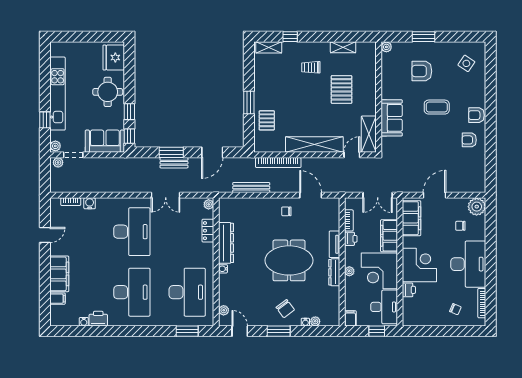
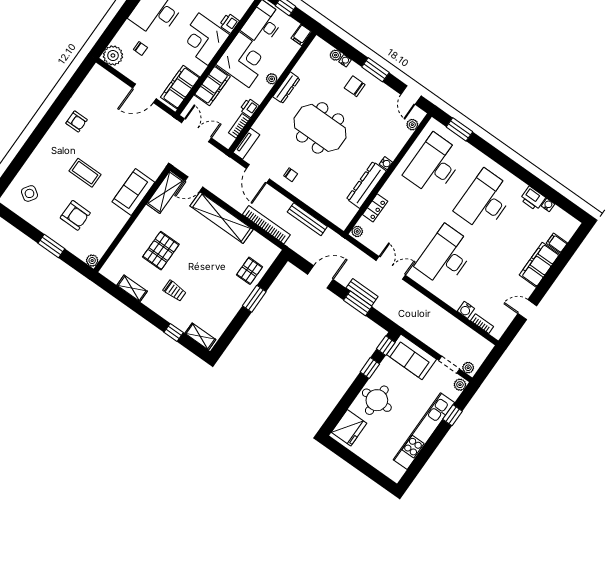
armchair: (476, 115) -> (54, 140), removed
tv unit: (334, 244) -> (246, 144), moved
chair: (285, 309) -> (355, 86), turned -53

